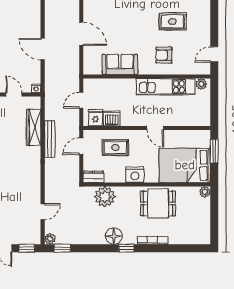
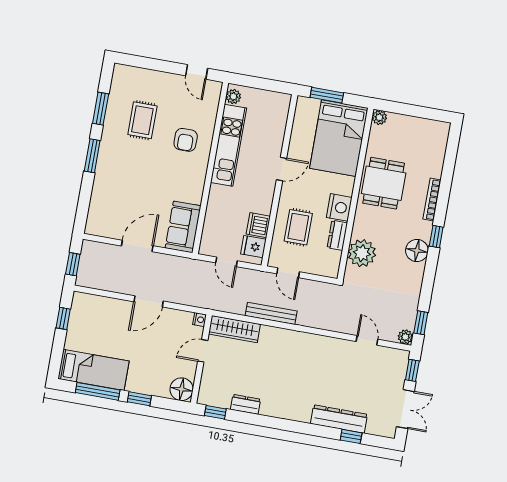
sofa: (120, 64) -> (183, 227), moved
wardrobe: (34, 127) -> (234, 329), moved
dresser: (93, 177) -> (337, 235), moved

